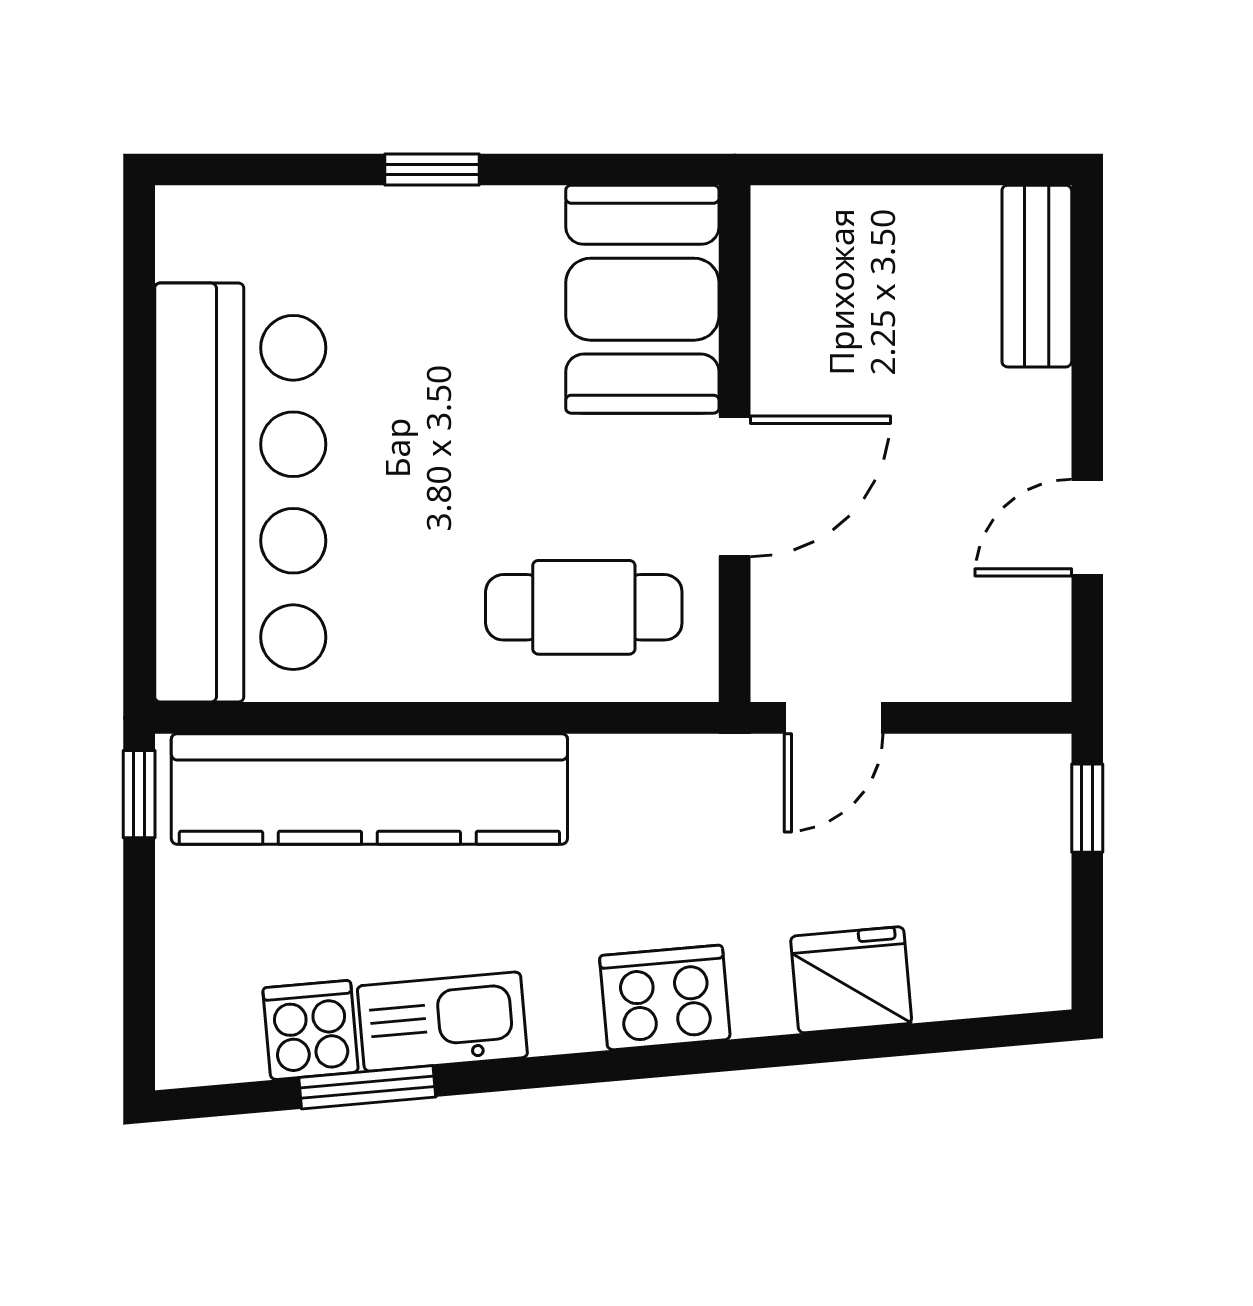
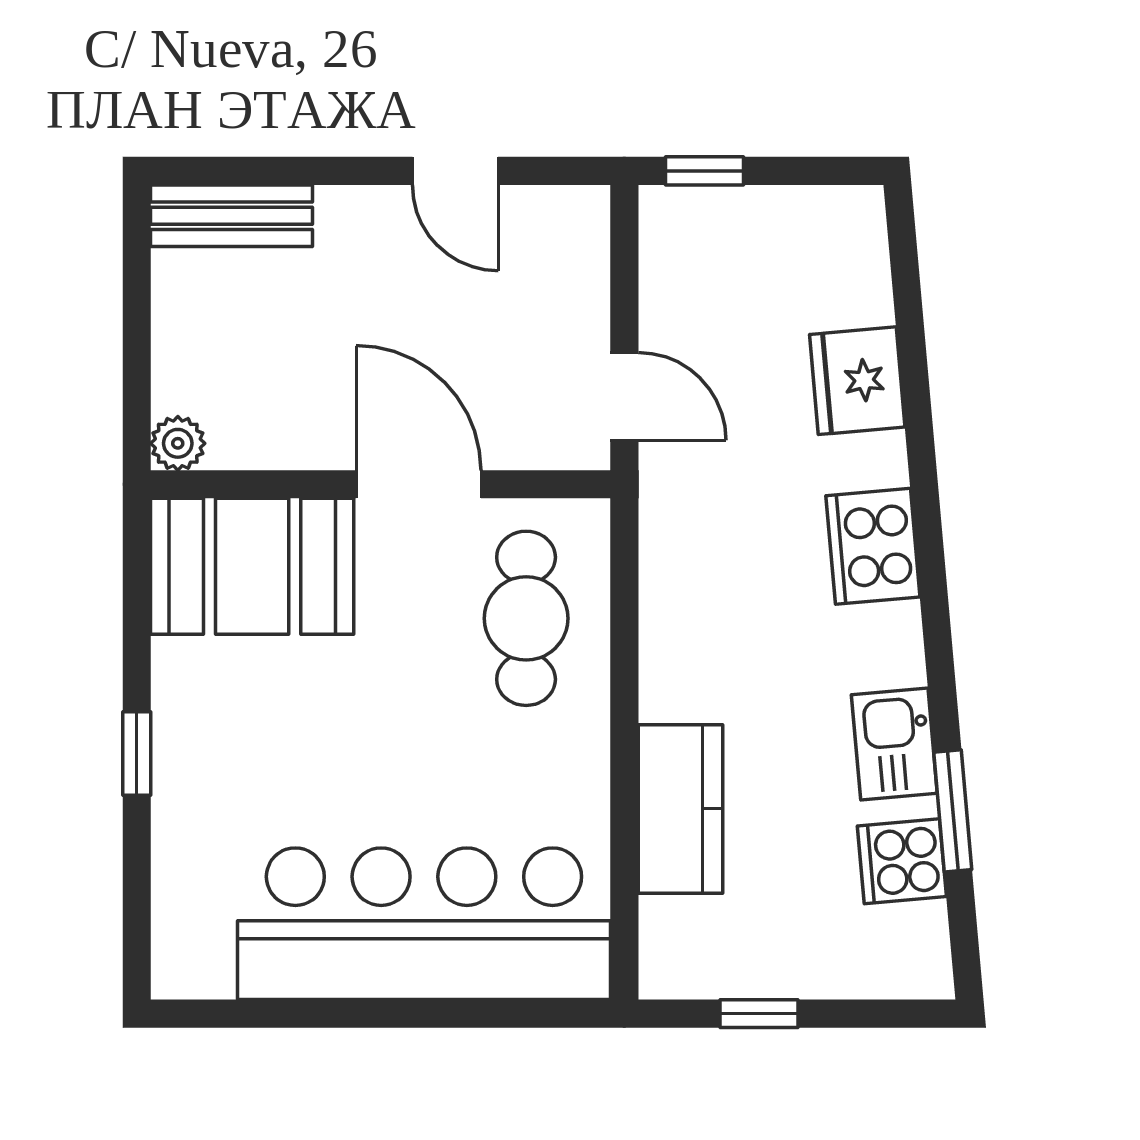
plant: (781, 216) -> (178, 443), added
kitchen counter: (369, 789) -> (680, 809), width x0.48, depth x0.86
window: (139, 794) -> (759, 1014), moved
kitchen sink: (442, 1022) -> (894, 744), width x0.73

